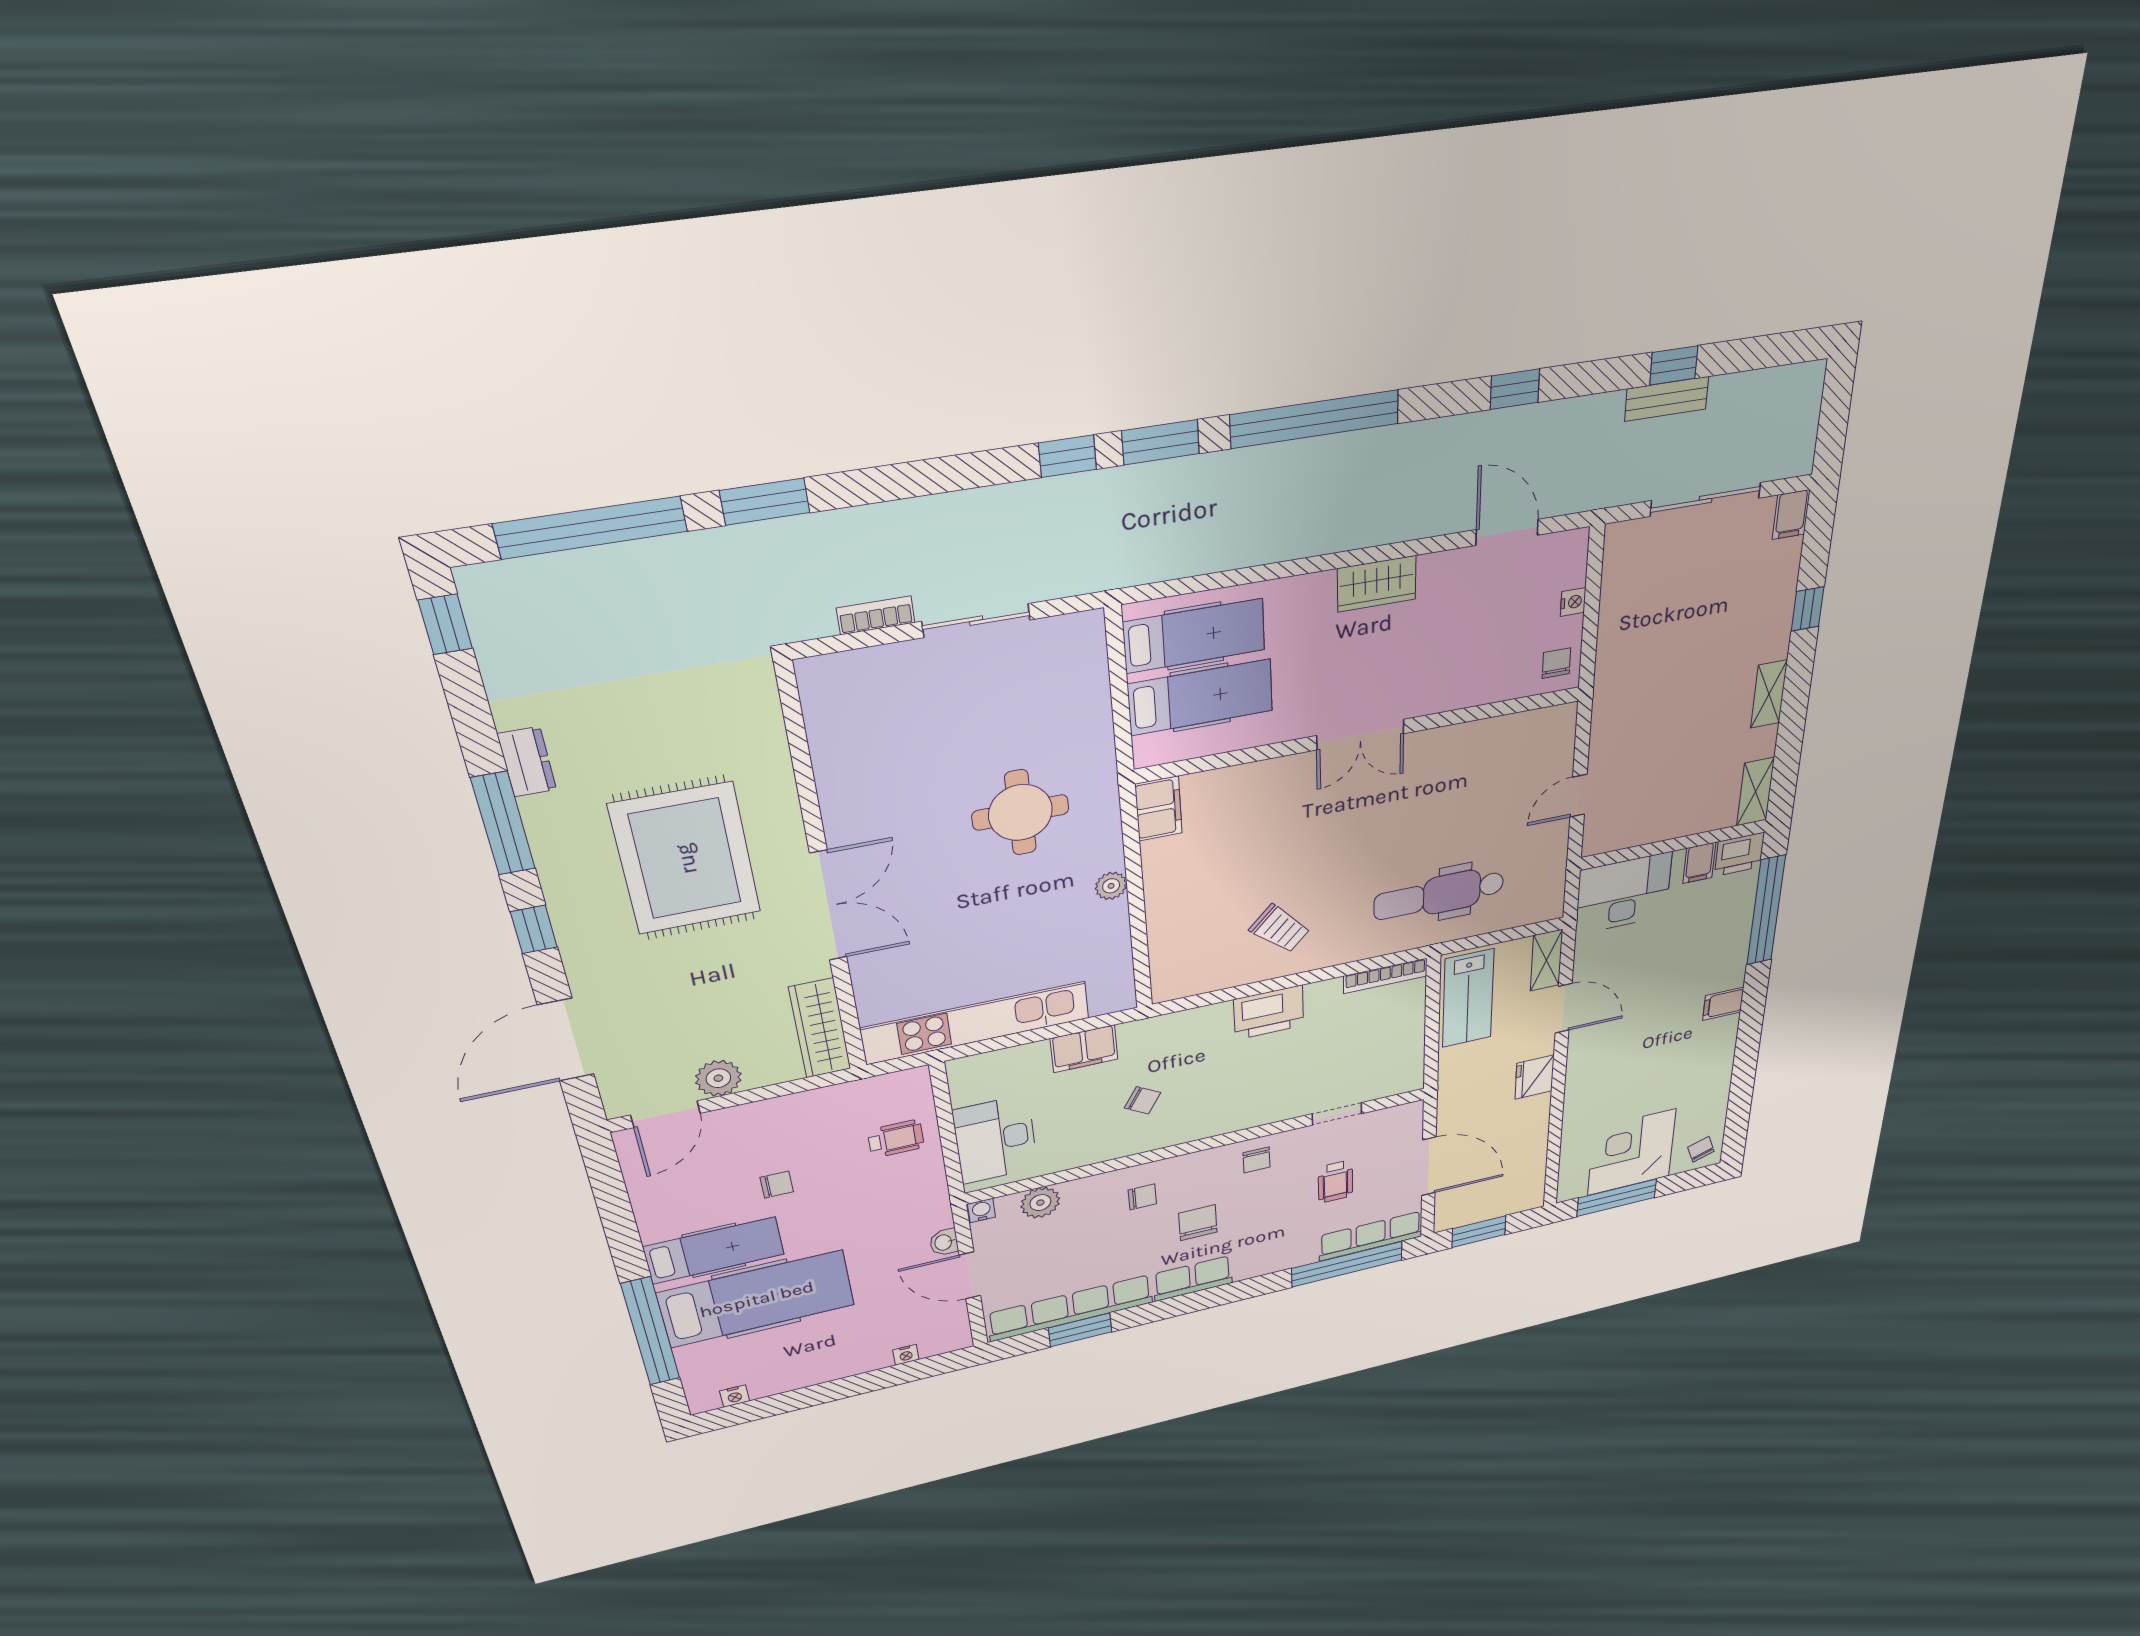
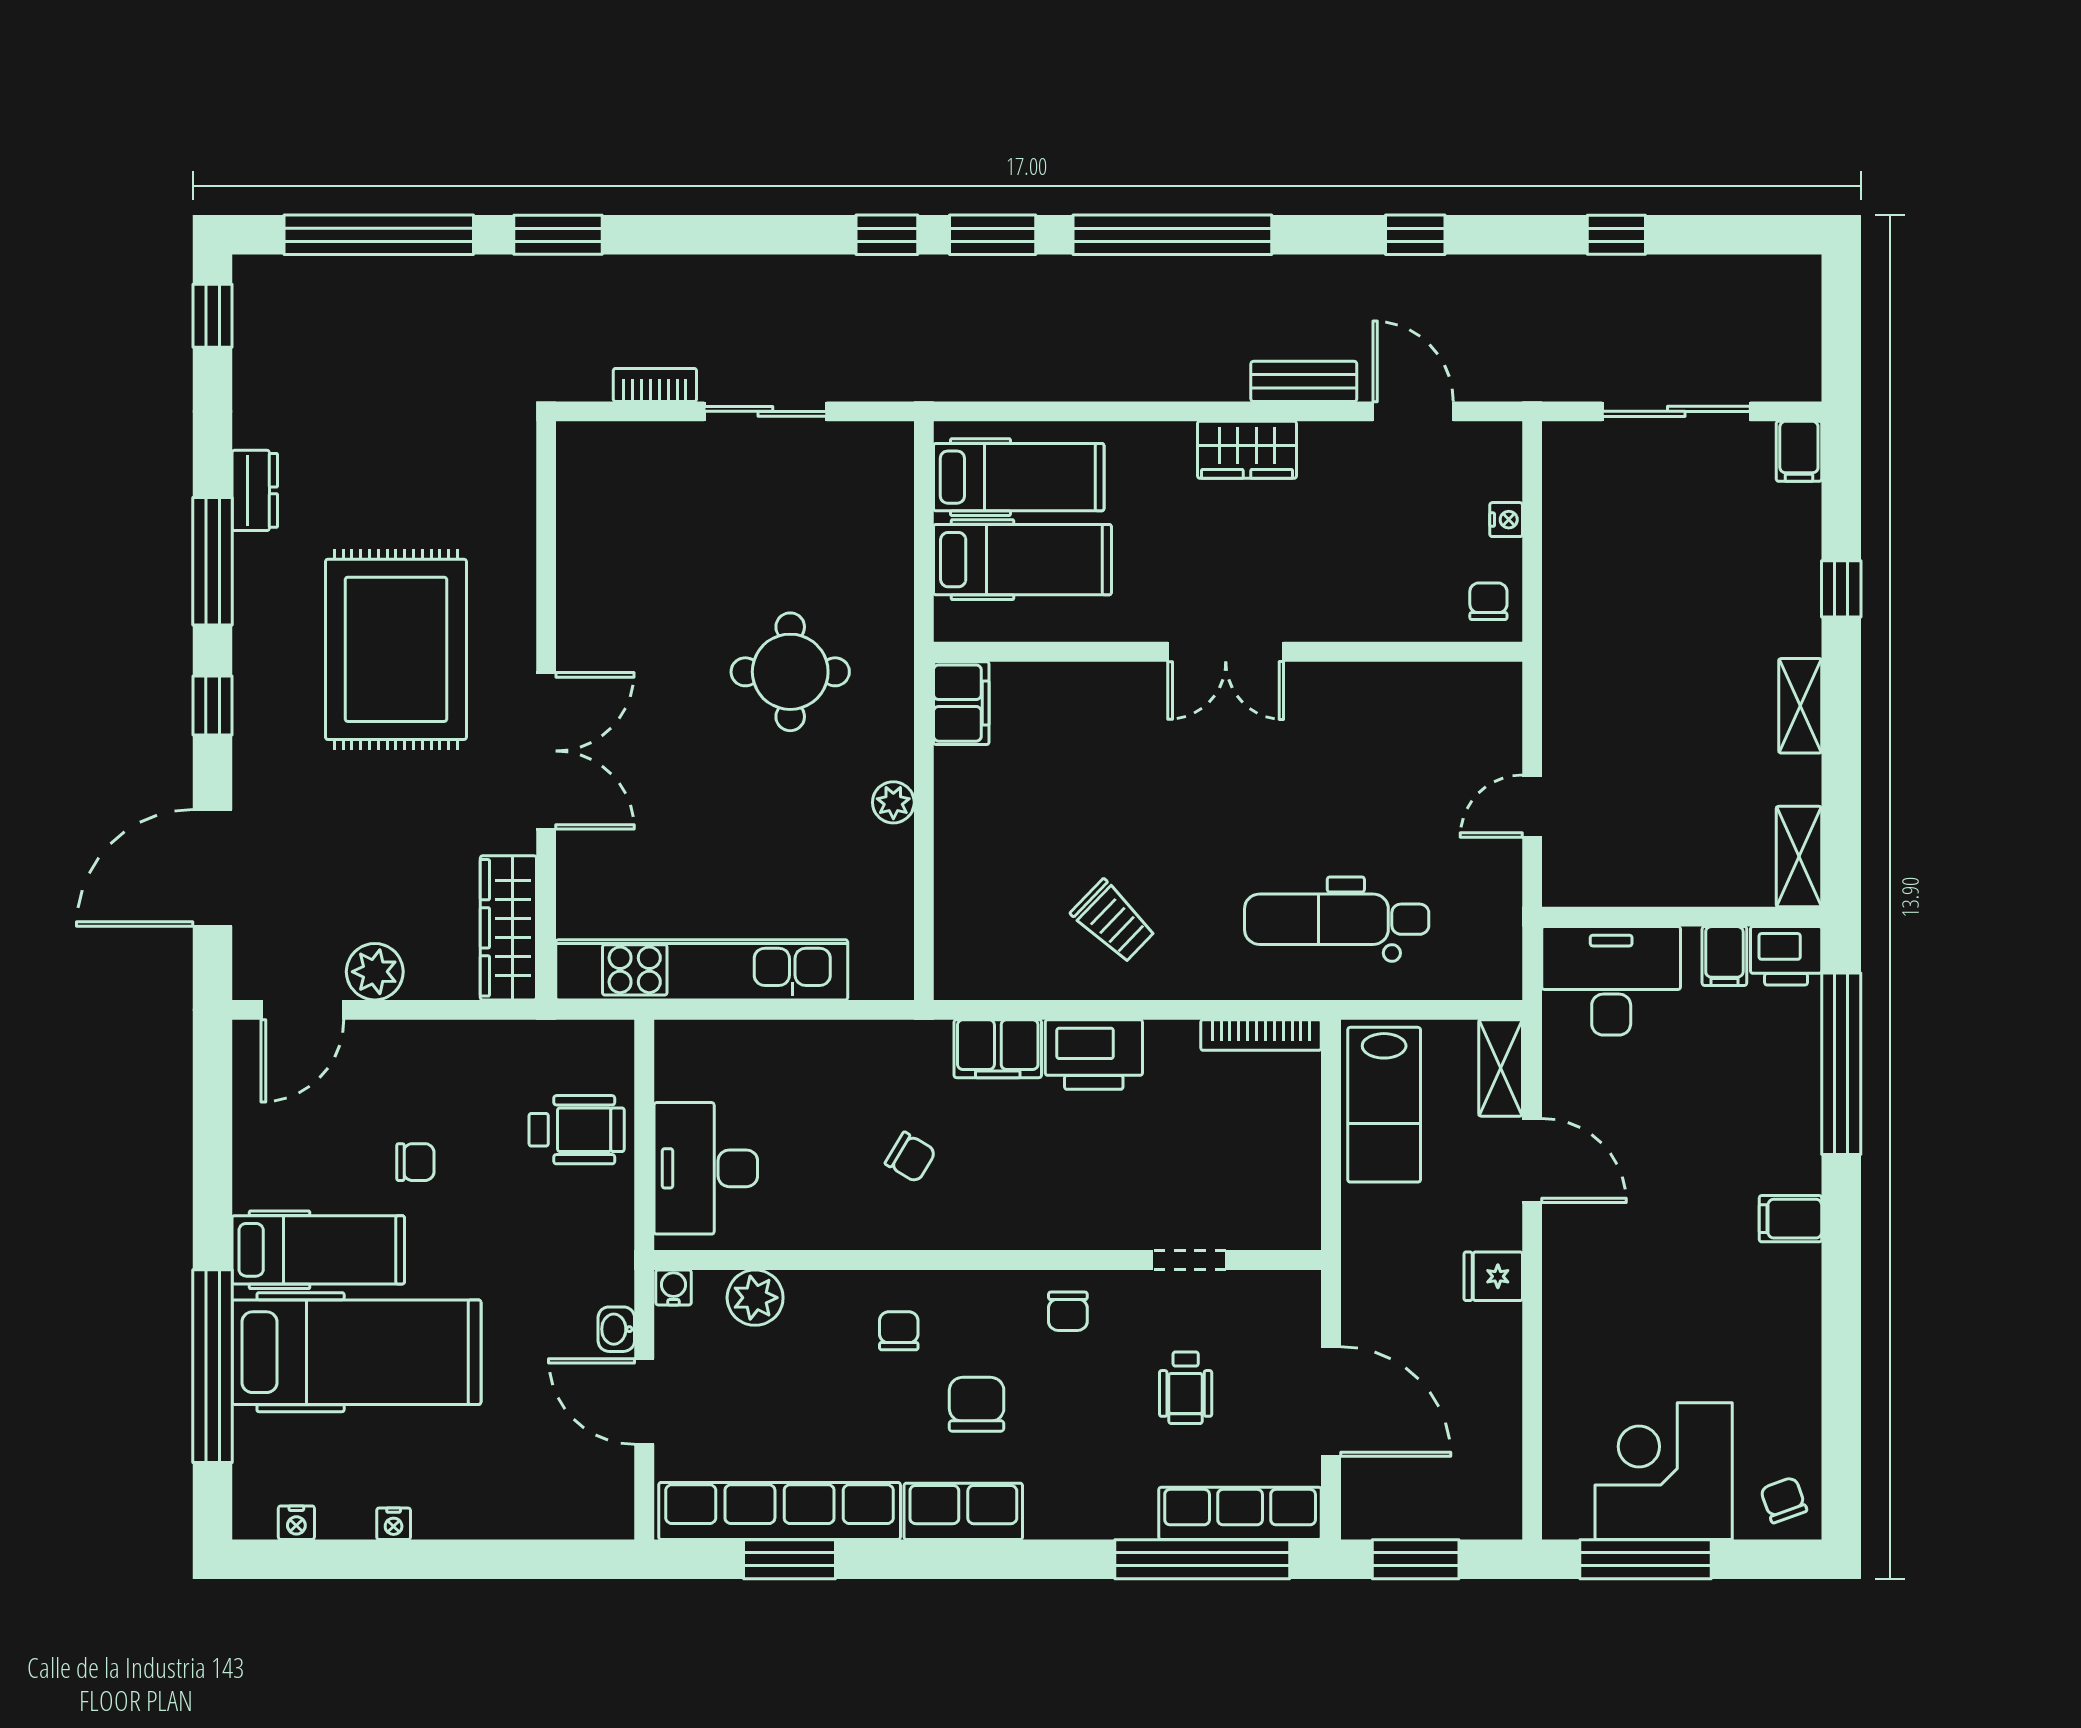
bench: (1667, 399) -> (1304, 381), moved
filing cabinet: (1084, 1049) -> (998, 1049), moved
fridge: (1535, 1077) -> (1493, 1276), width x0.72
wheelchair: (896, 1139) -> (577, 1130), width x1.36, depth x1.37
chair: (1142, 1197) -> (899, 1331), turned -90
nightstand: (906, 1355) -> (394, 1524), moved

